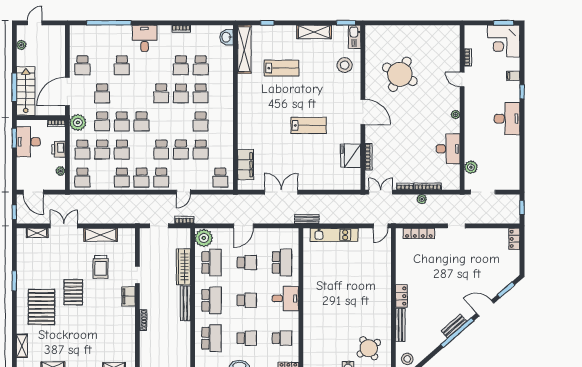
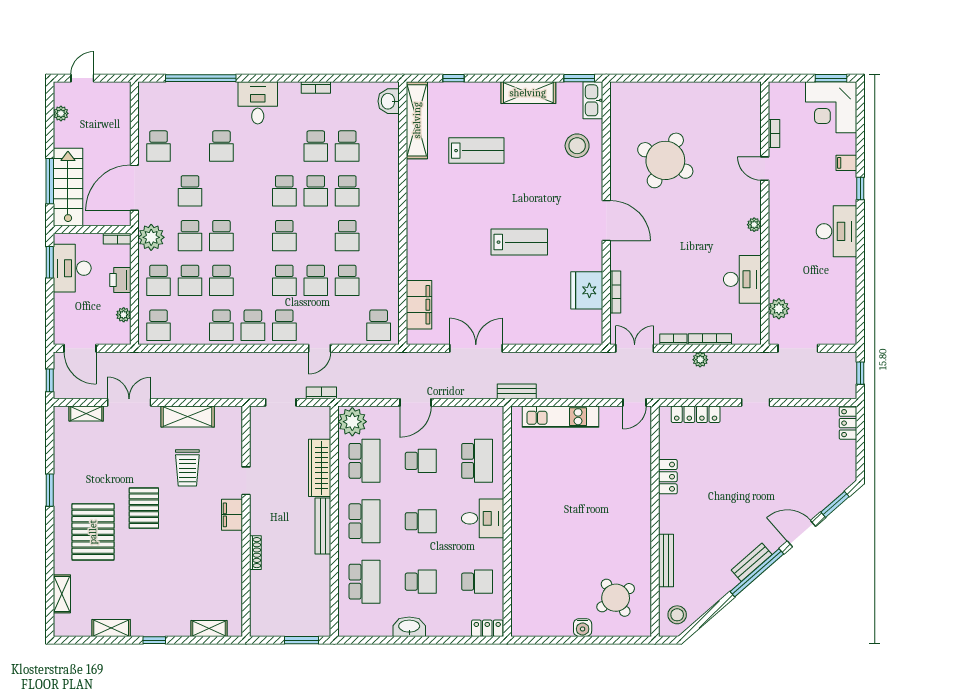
school desk: (142, 121) -> (284, 236), moved
locker: (401, 296) -> (668, 477), moved

